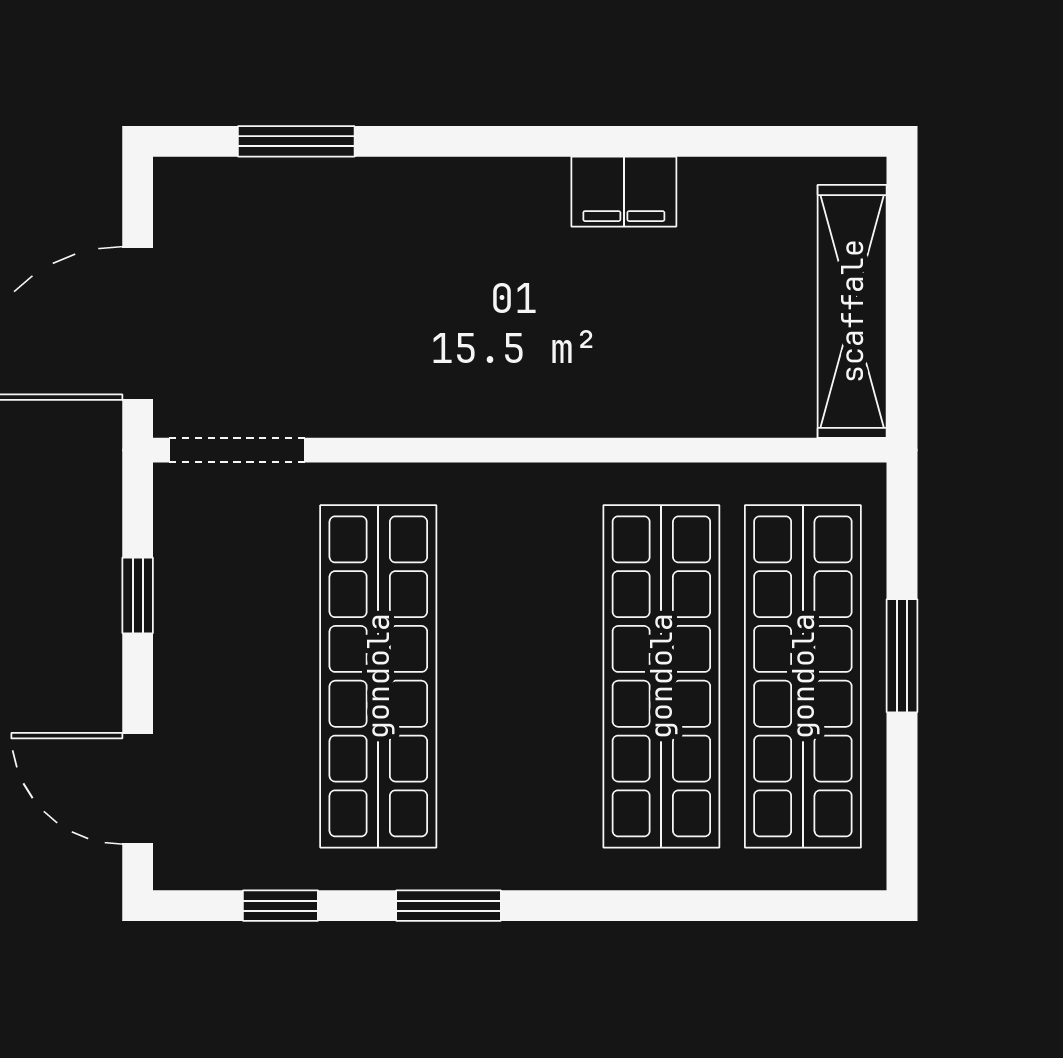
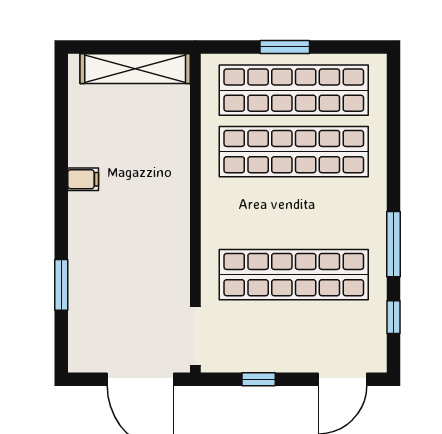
window: (296, 141) -> (61, 285), moved
filing cabinet: (624, 192) -> (83, 179), width x0.50
window: (448, 906) -> (393, 244), width x1.44

